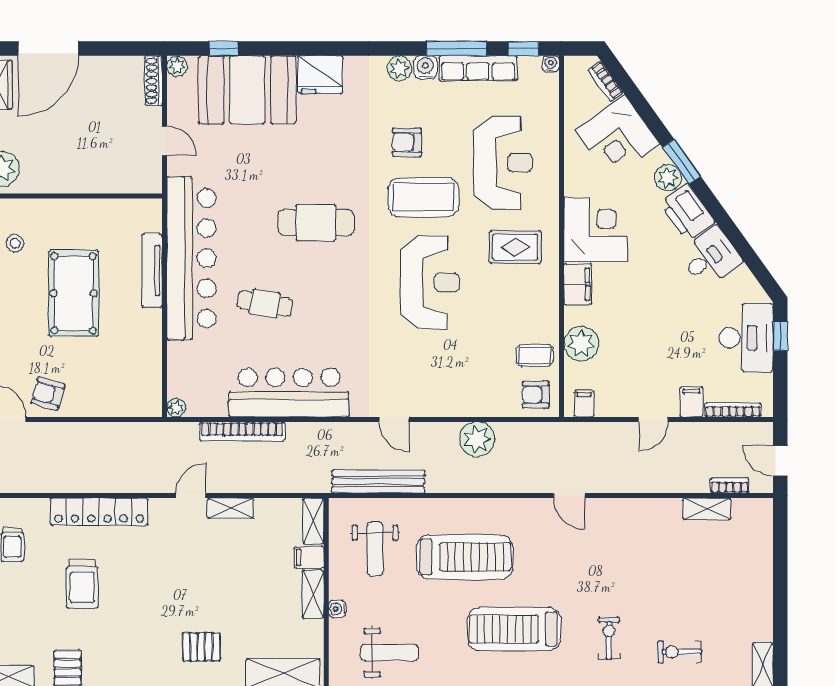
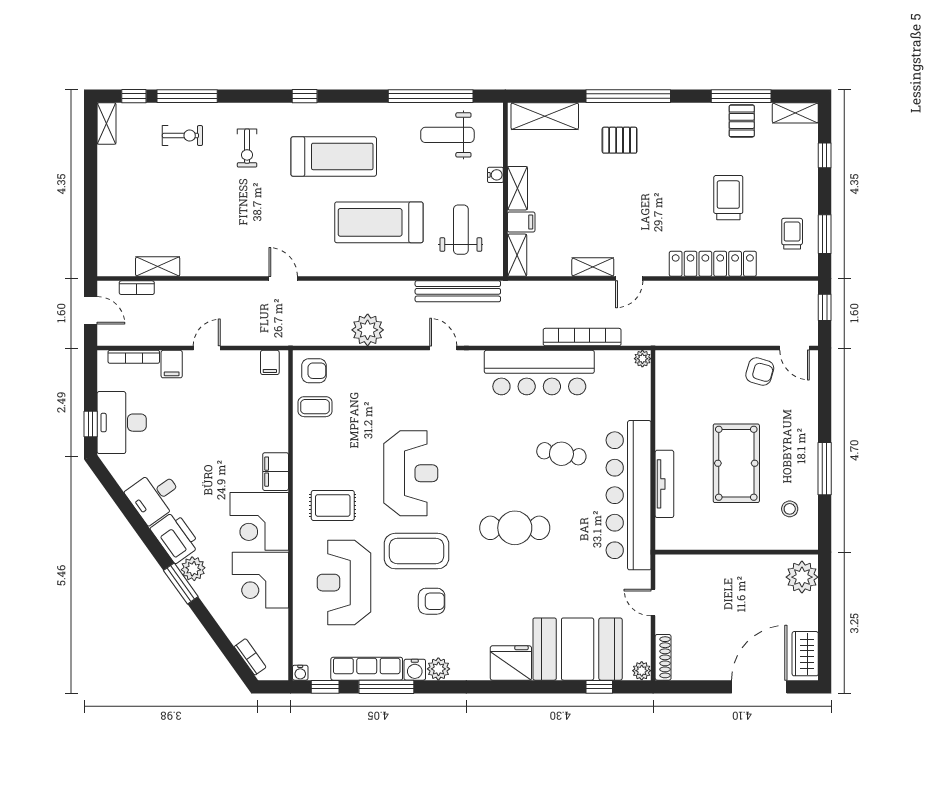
corner desk: (617, 137) -> (260, 580), moved, turned -144
reception desk: (430, 282) -> (411, 473), turned 180
plant: (581, 344) -> (272, 417), removed

